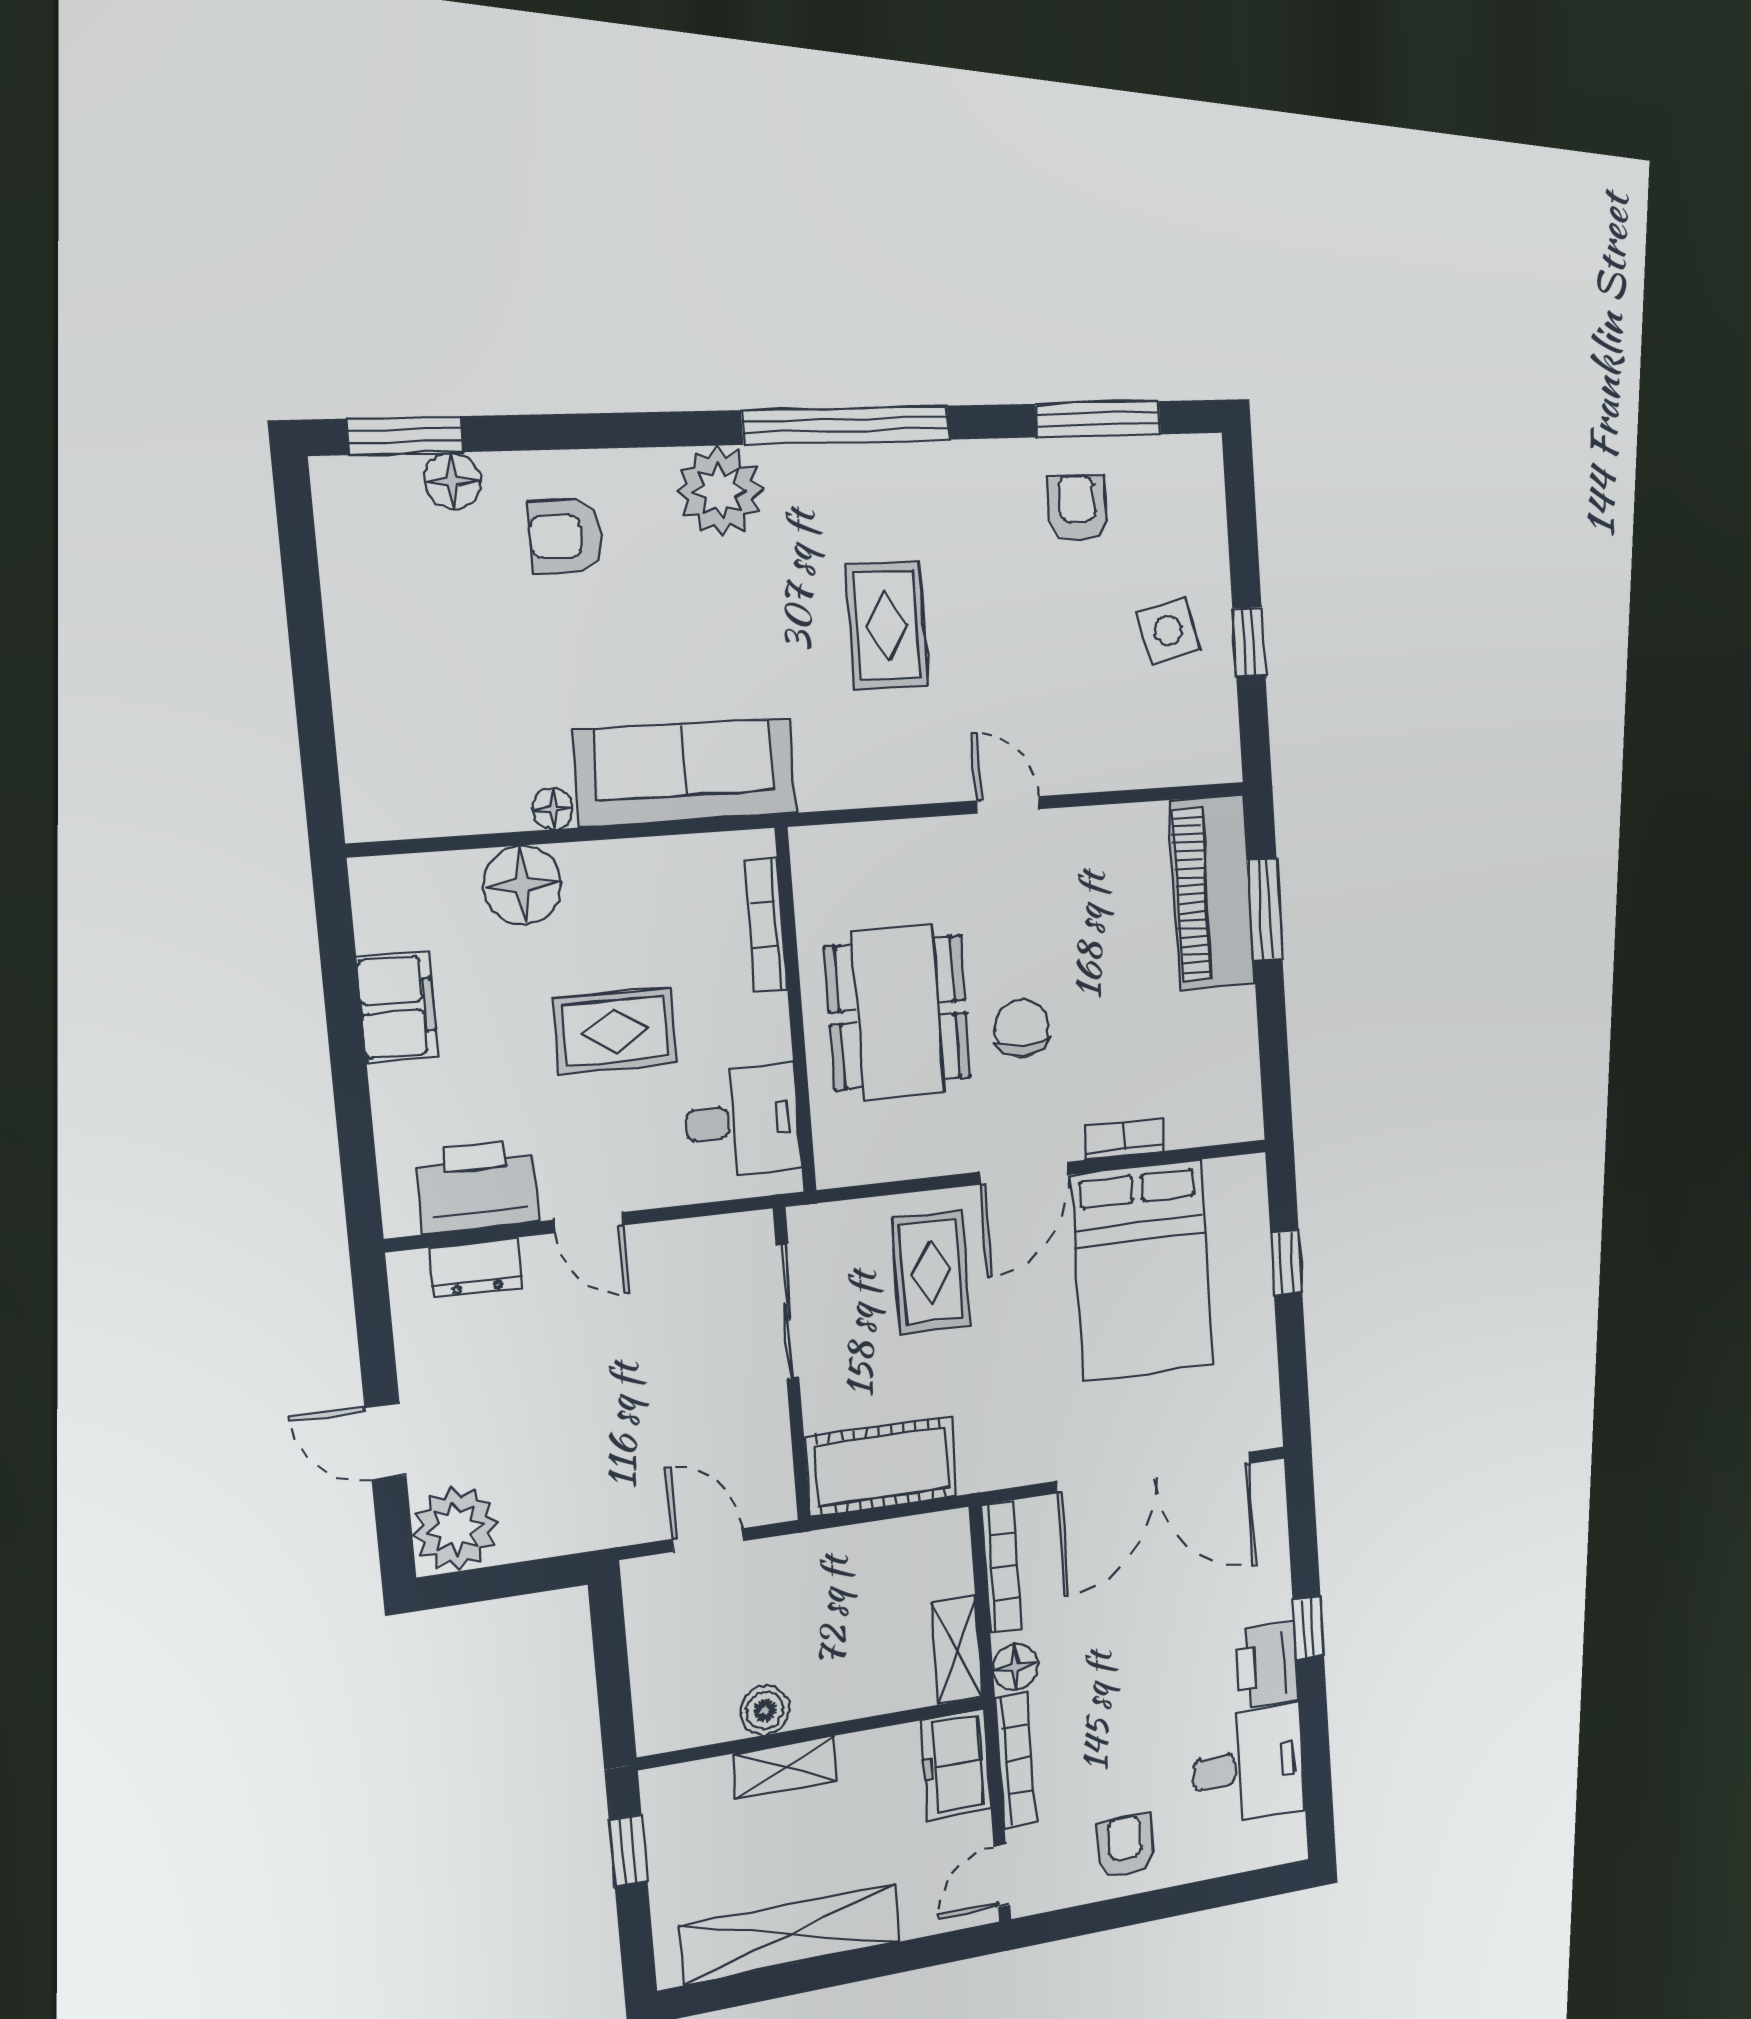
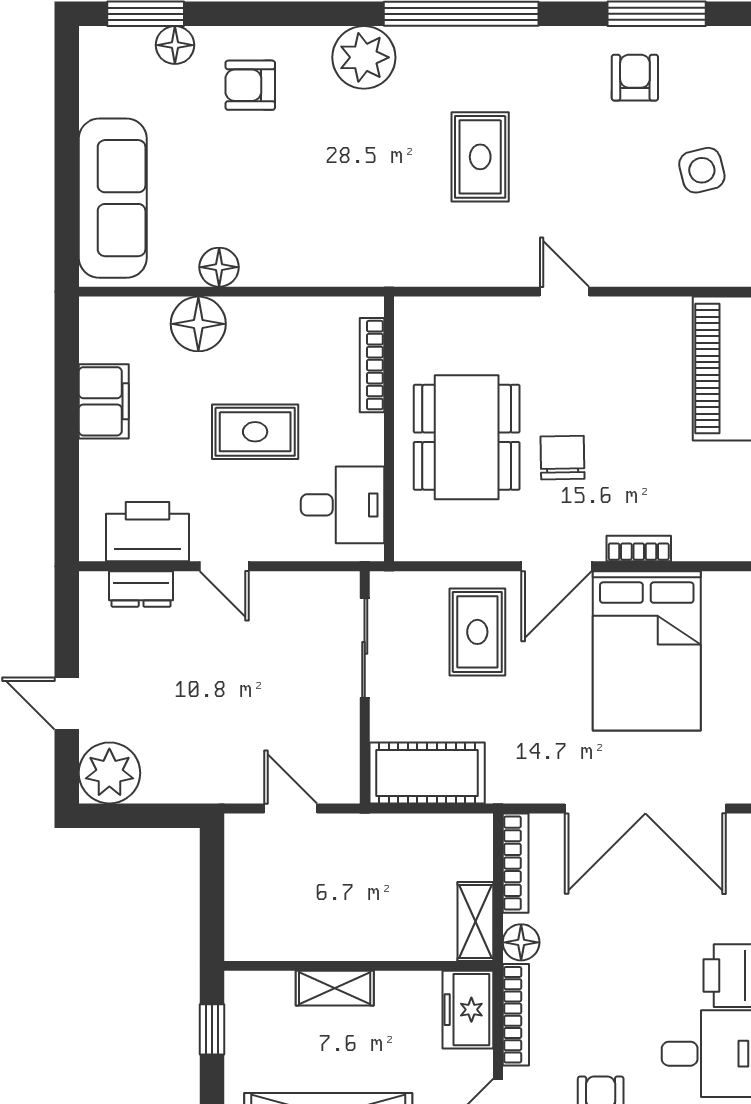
sofa: (685, 772) -> (113, 198), moved, turned 90
floor lamp: (553, 809) -> (219, 267), width x1.37, depth x1.37
boiler: (765, 1710) -> (323, 942), removed

